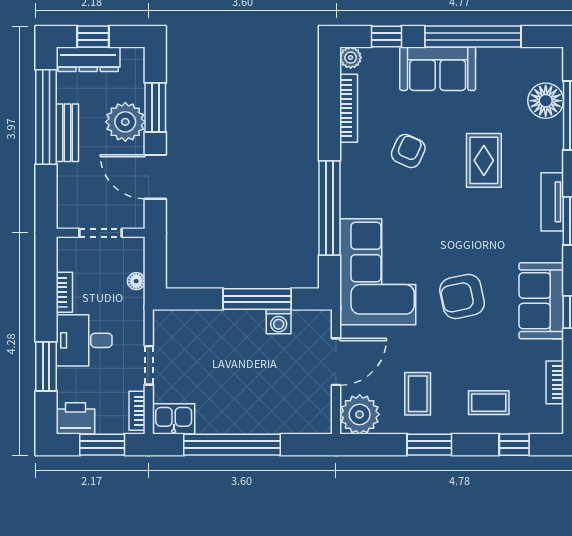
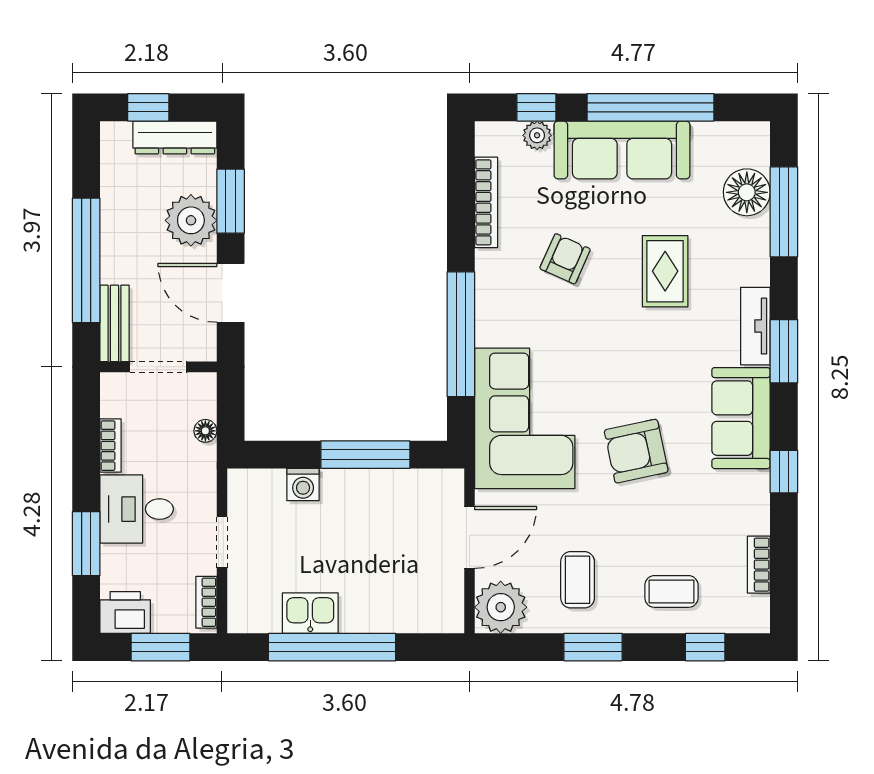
plant: (351, 58) -> (537, 135), moved
dresser: (88, 59) -> (175, 138), moved
sofa: (438, 69) -> (622, 150), width x1.36
window: (46, 117) -> (86, 260), moved
bench: (67, 133) -> (115, 323), moved
sofa: (541, 301) -> (741, 418), moved
washing machine: (279, 322) -> (303, 485), moved
kitchen sink: (174, 419) -> (310, 613), moved

